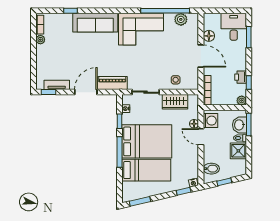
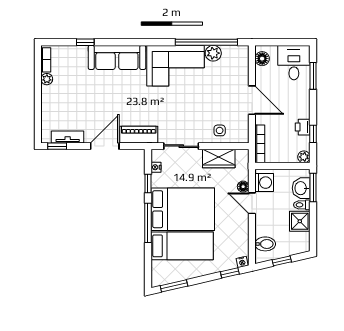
plant: (181, 19) -> (213, 53), moved
floor lamp: (209, 36) -> (262, 59), moved

